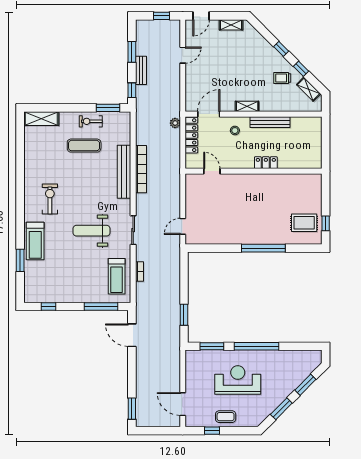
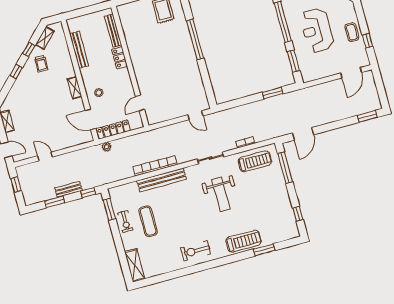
bench: (270, 122) -> (79, 50), moved
bench: (297, 164) -> (113, 31), added
exercise bike: (50, 199) -> (196, 251), moved

